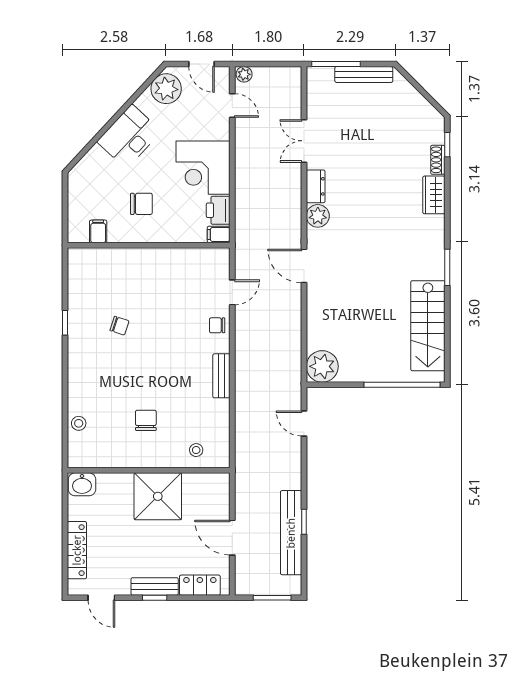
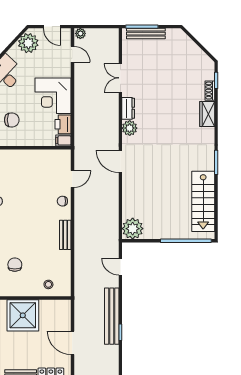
bench: (364, 74) -> (146, 34), moved
bench: (291, 533) -> (112, 316), moved

